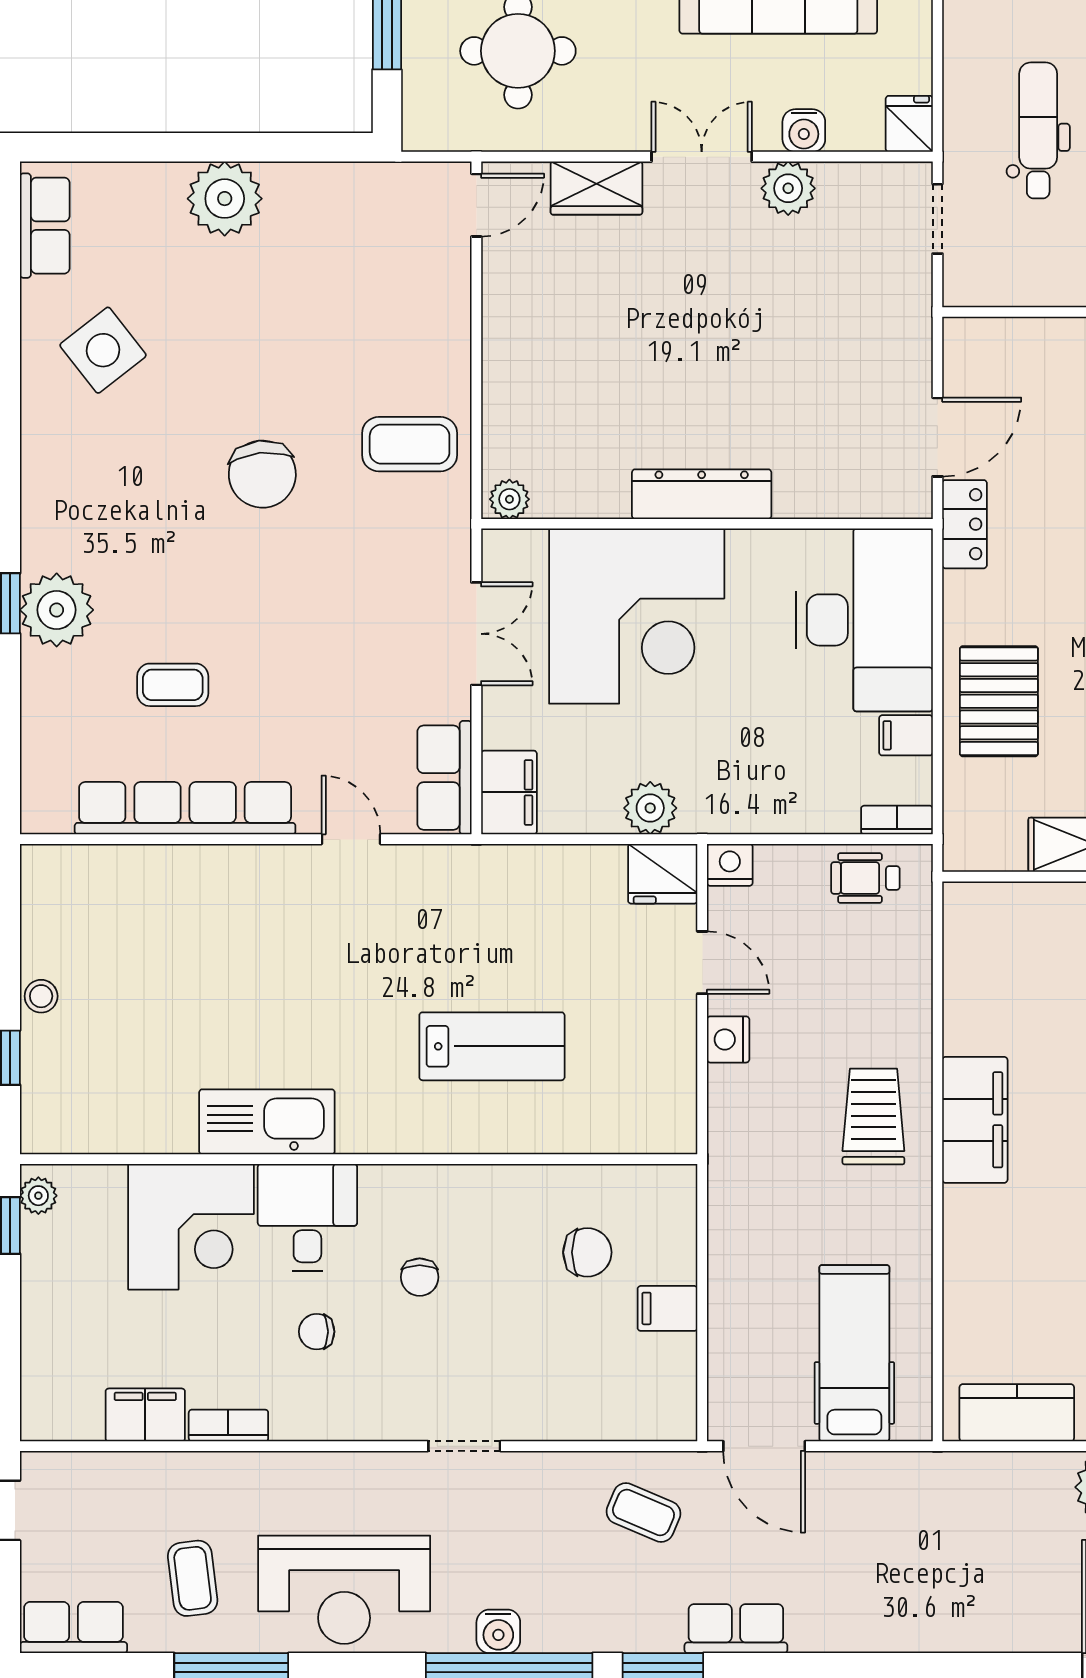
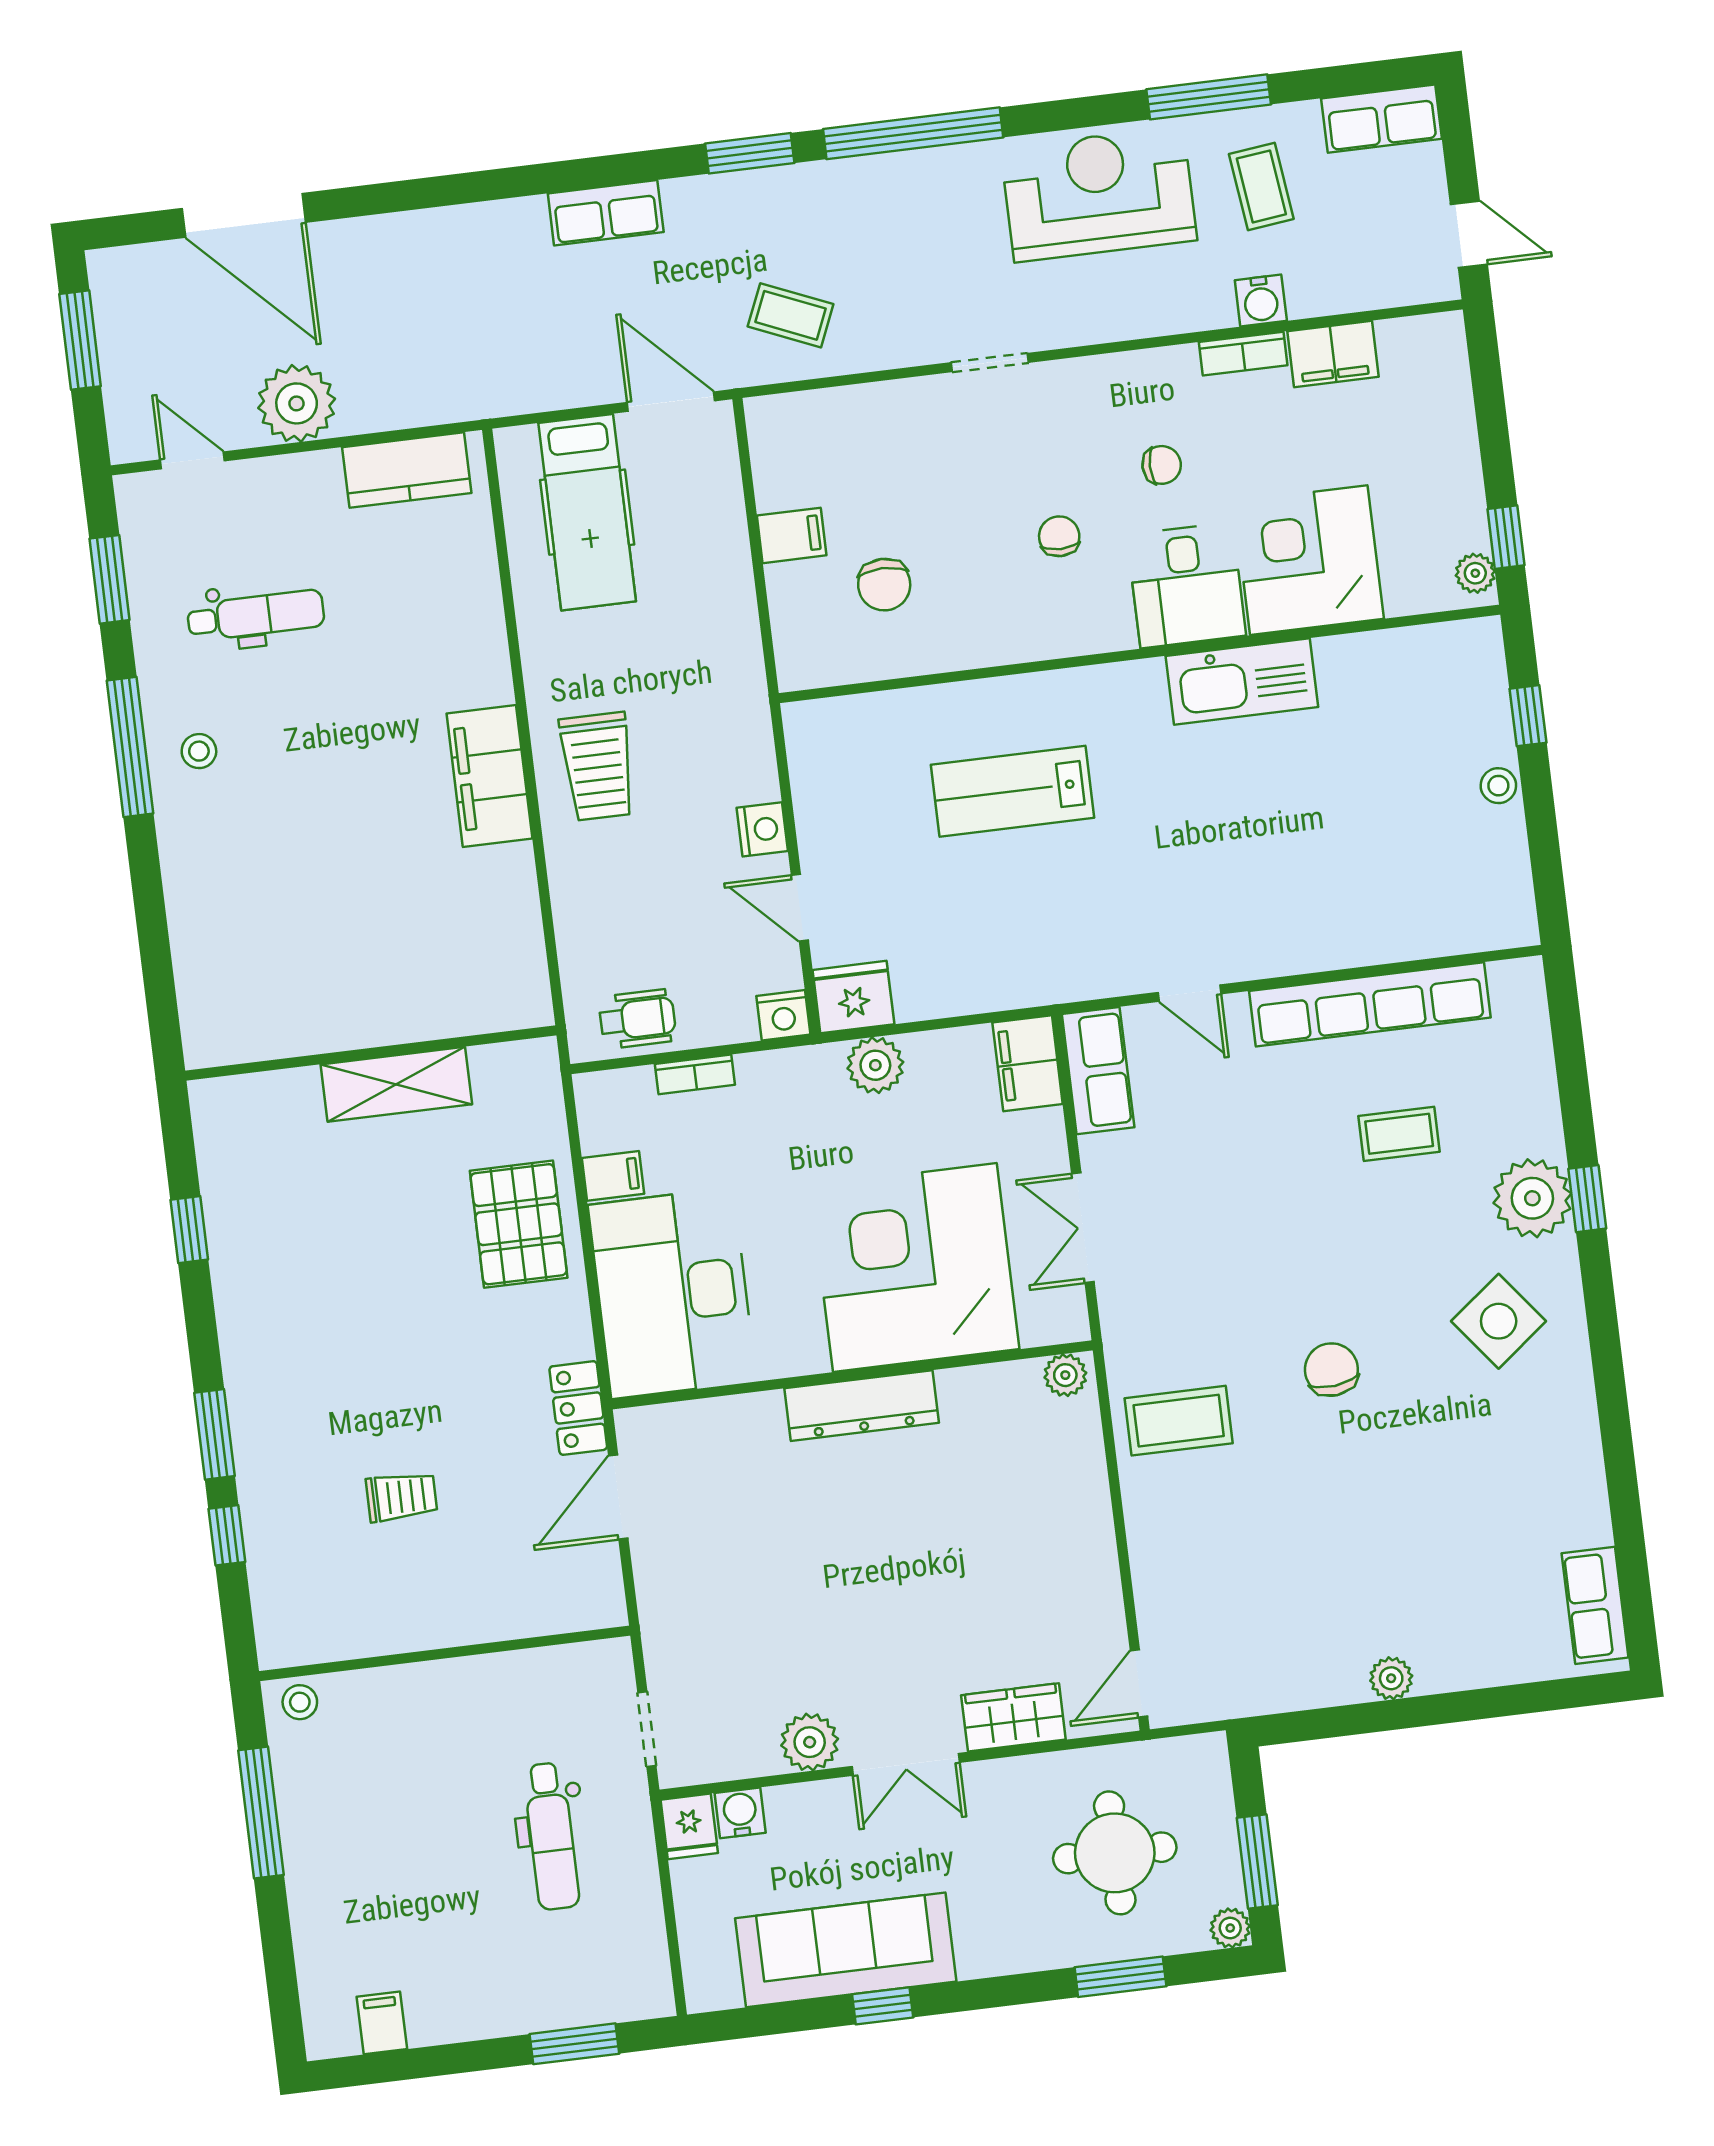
water cooler: (804, 131) -> (740, 1813), moved
plant: (225, 199) -> (1391, 1678), width x0.53, depth x0.53
side table: (103, 350) -> (1499, 1321), moved
chair: (262, 474) -> (1331, 1370), width x0.73, depth x0.73
bookcase: (897, 820) -> (695, 1074), moved
chair: (587, 1252) -> (884, 585), turned -90
row of seats: (736, 1629) -> (606, 213), moved
water cooler: (498, 1631) -> (1261, 301), moved, turned 180

